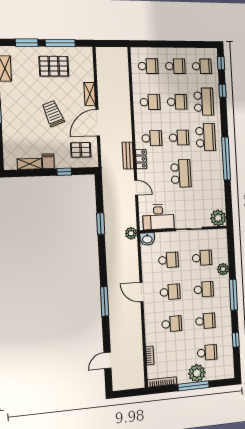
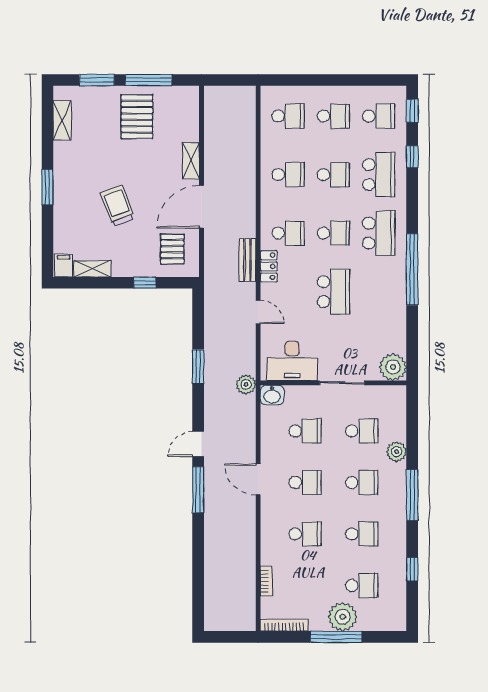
pallet: (54, 66) -> (137, 117), turned 90
trolley: (53, 114) -> (118, 206), moved
pallet: (81, 150) -> (172, 249), turned 90
filing cabinet: (48, 161) -> (64, 265), moved
door: (107, 360) -> (198, 444), moved

